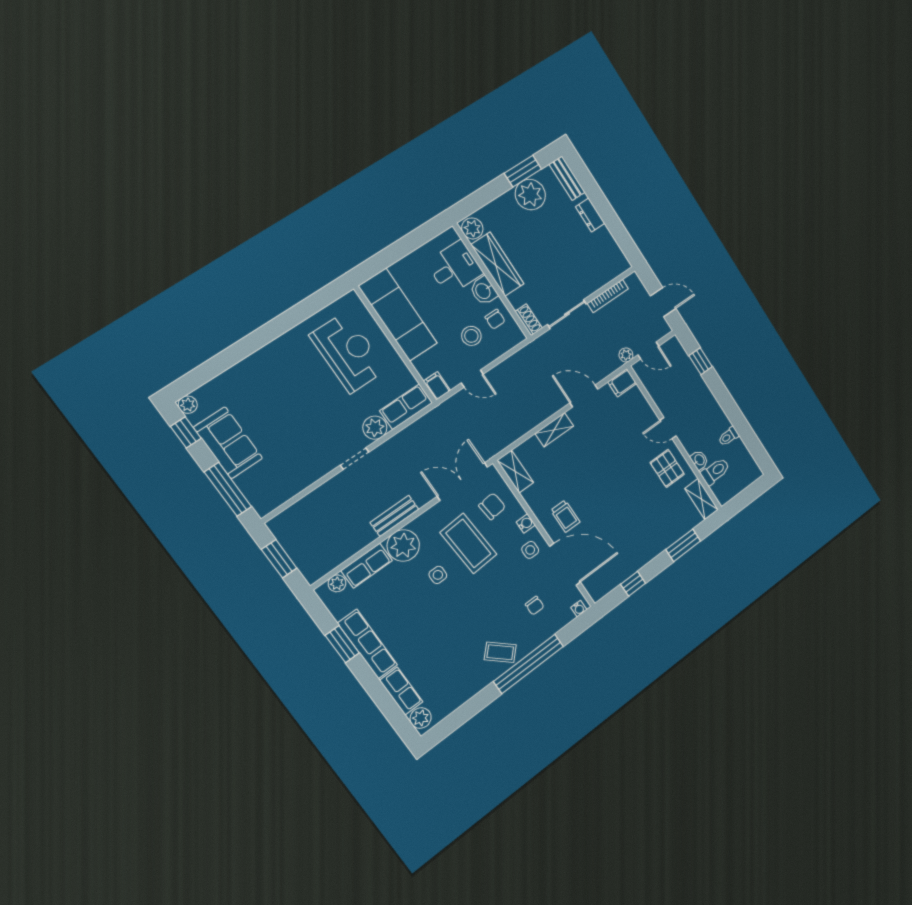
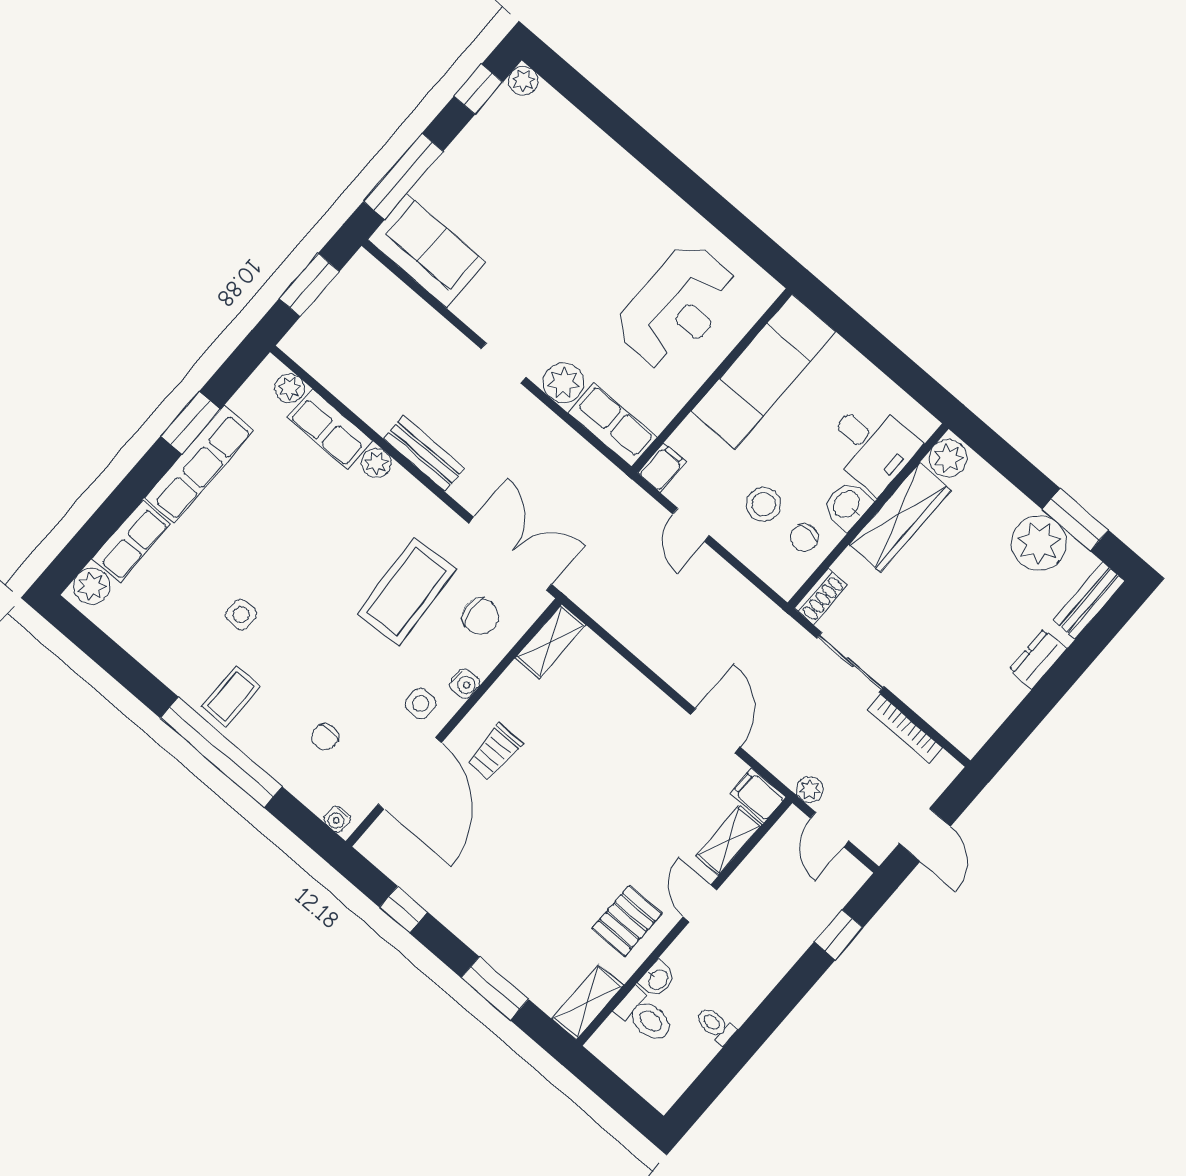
shelving: (554, 430) -> (729, 840), moved, turned 90
sofa: (228, 443) -> (427, 251), moved, turned -90
plant: (403, 545) -> (376, 463), width x0.53, depth x0.53
side table: (438, 575) -> (241, 615), moved
coffee table: (500, 652) -> (231, 696), turned 47

